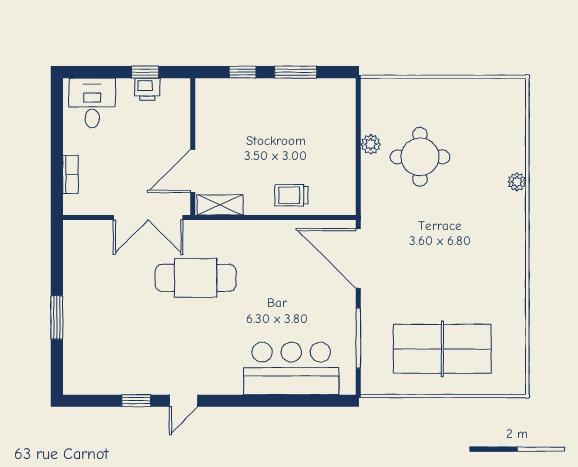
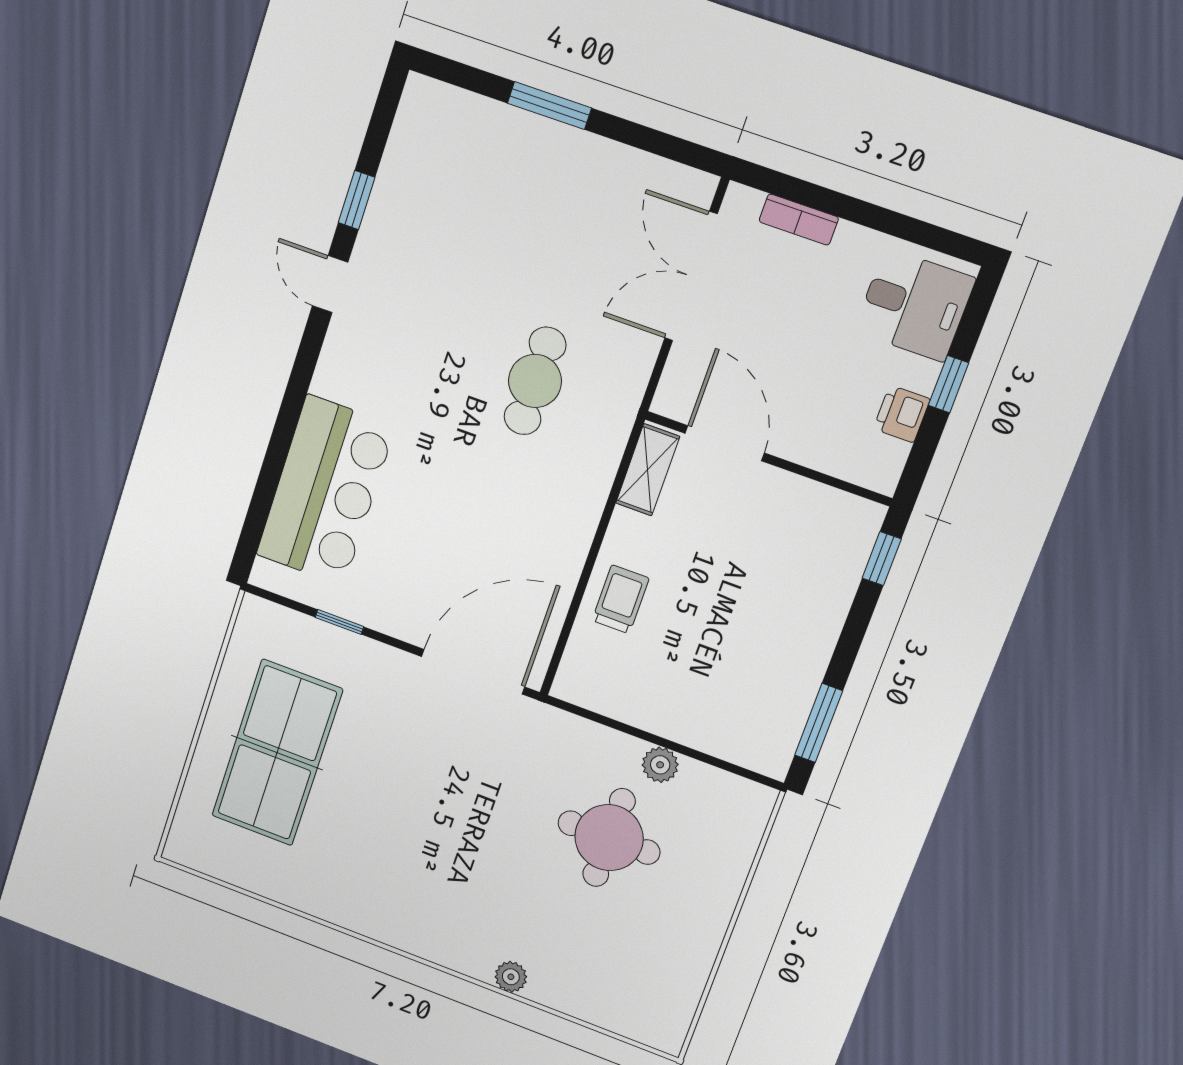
window: (145, 72) -> (949, 384), moved
window: (243, 72) -> (882, 559), moved
window: (296, 72) -> (819, 723), moved
double door: (148, 217) -> (691, 276), moved
cafe table: (196, 278) -> (535, 381), width x0.73, depth x0.74
window: (358, 338) -> (339, 622), width x0.46

